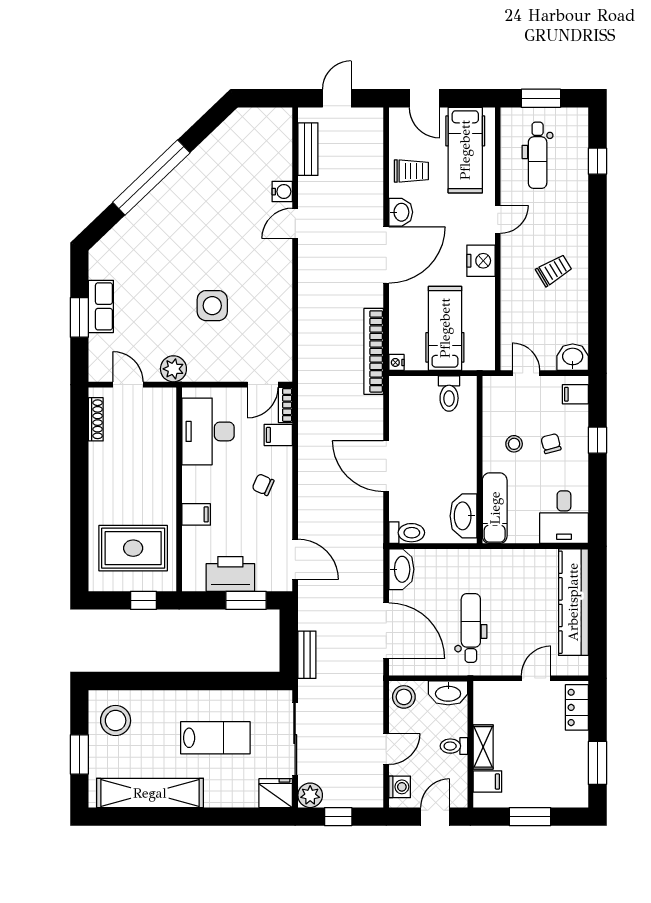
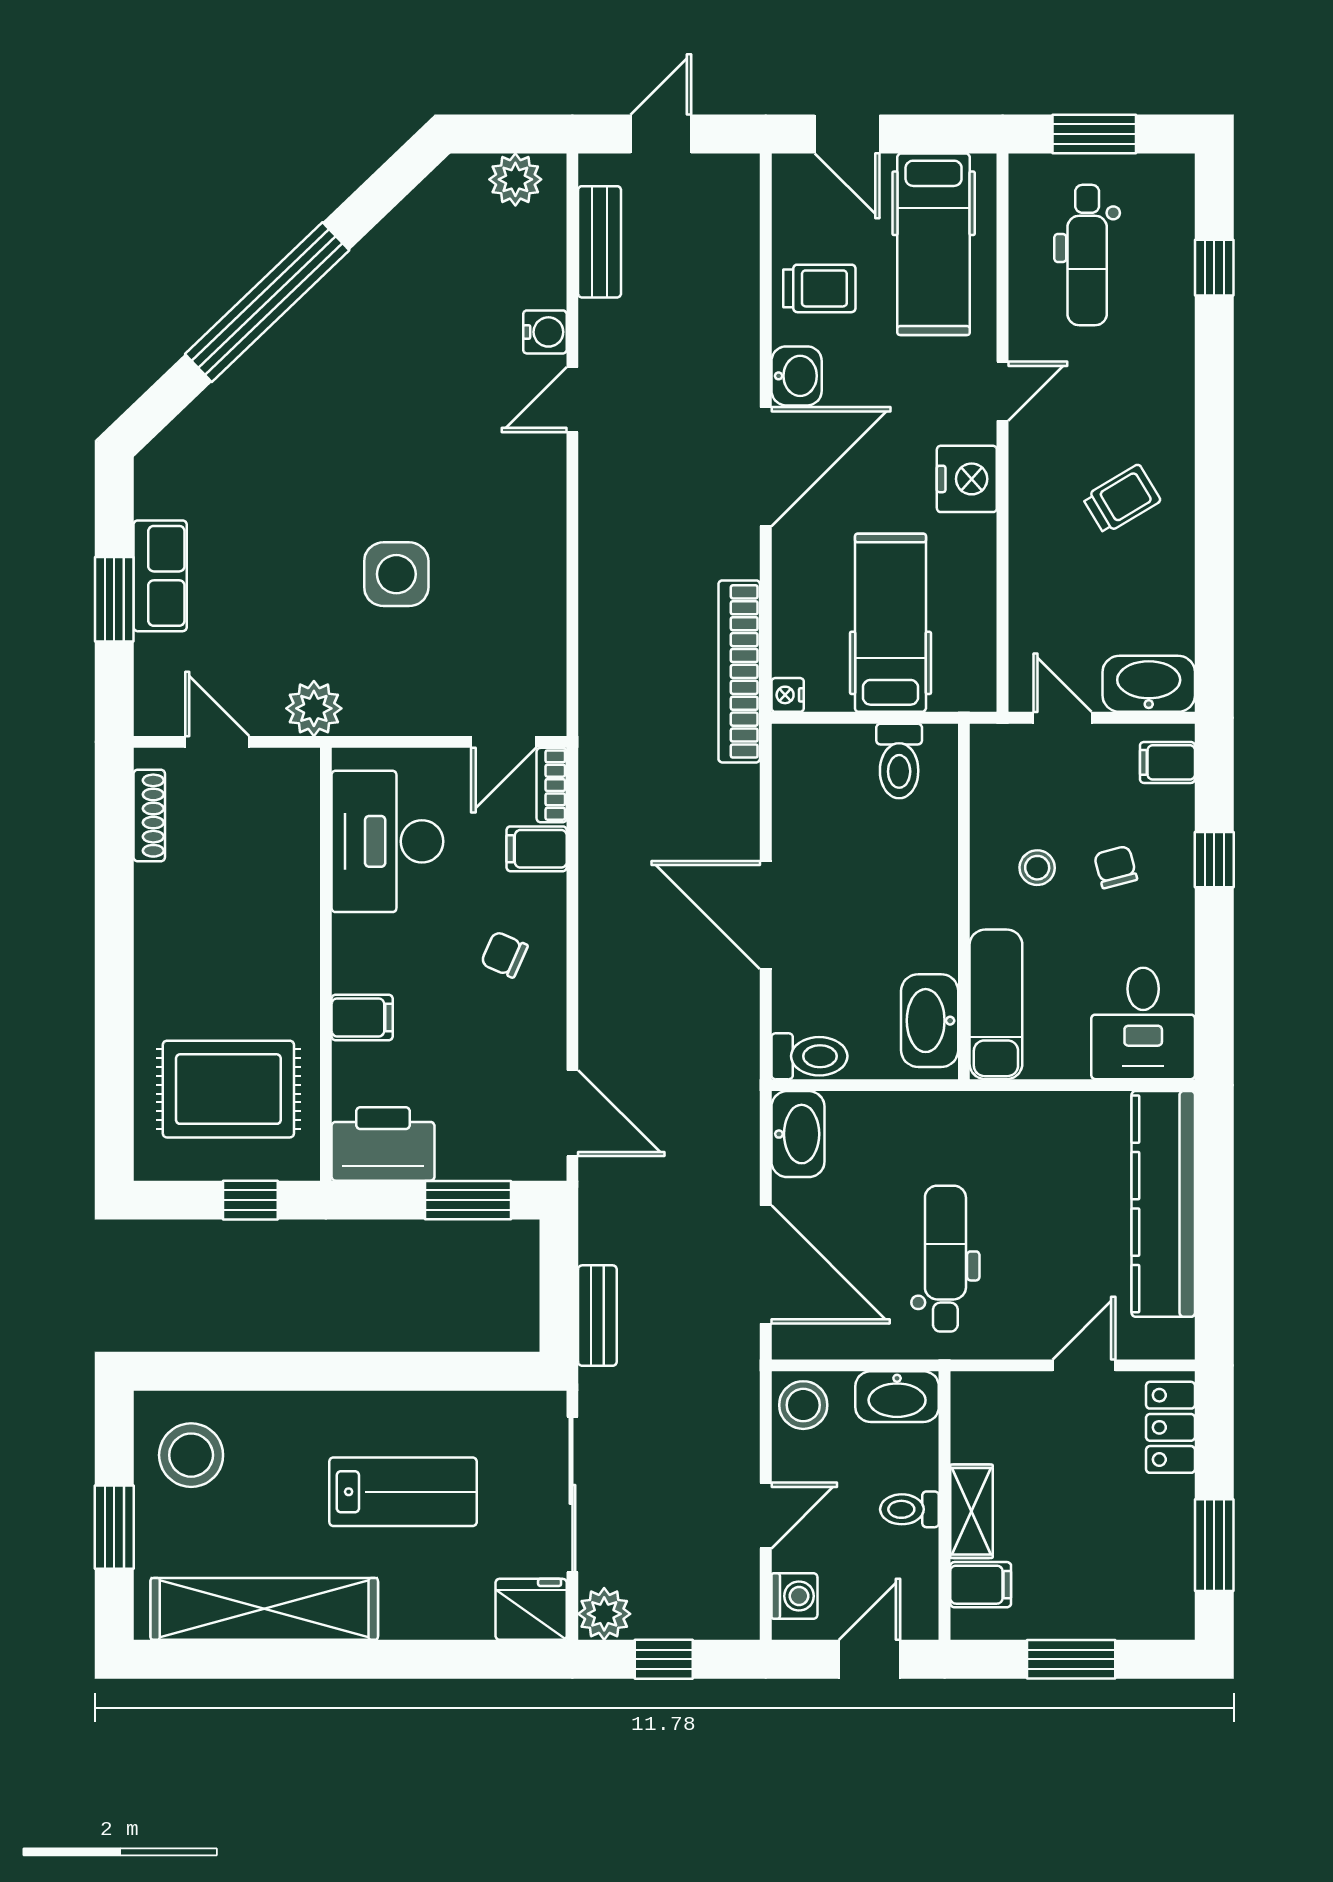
plant: (268, 120) -> (515, 179), added
washbasin: (573, 357) -> (1149, 684), width x1.38
printer: (230, 574) -> (383, 1144), moved

